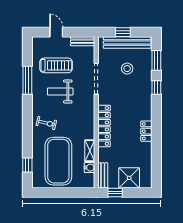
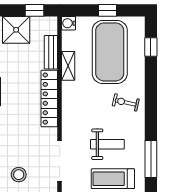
water cooler: (89, 168) -> (69, 23), moved
bench: (103, 175) -> (51, 52), moved
window: (60, 192) -> (108, 10), added

